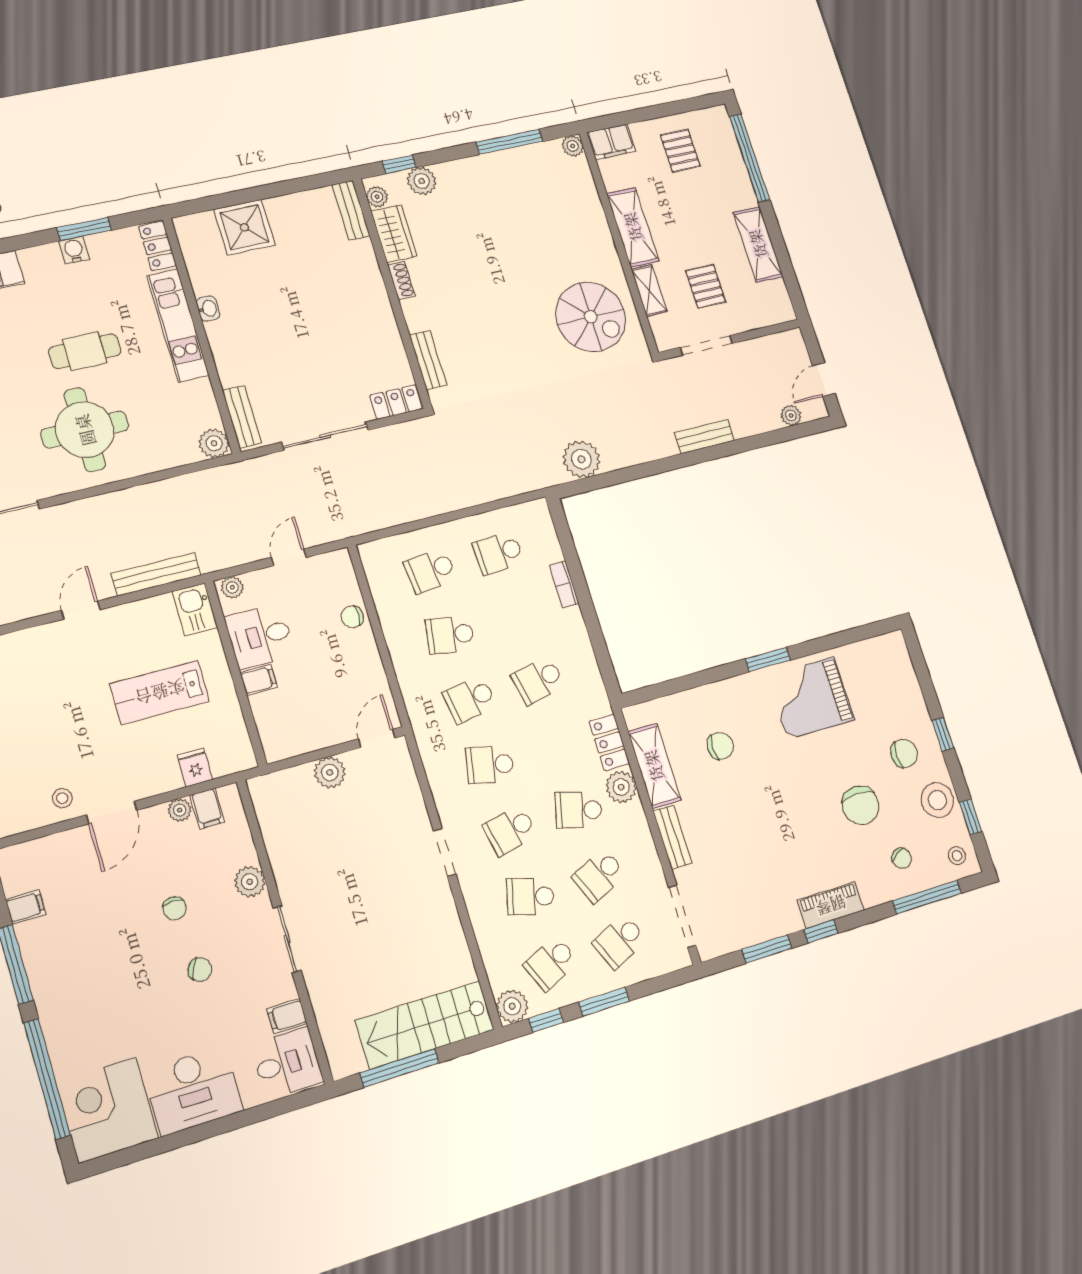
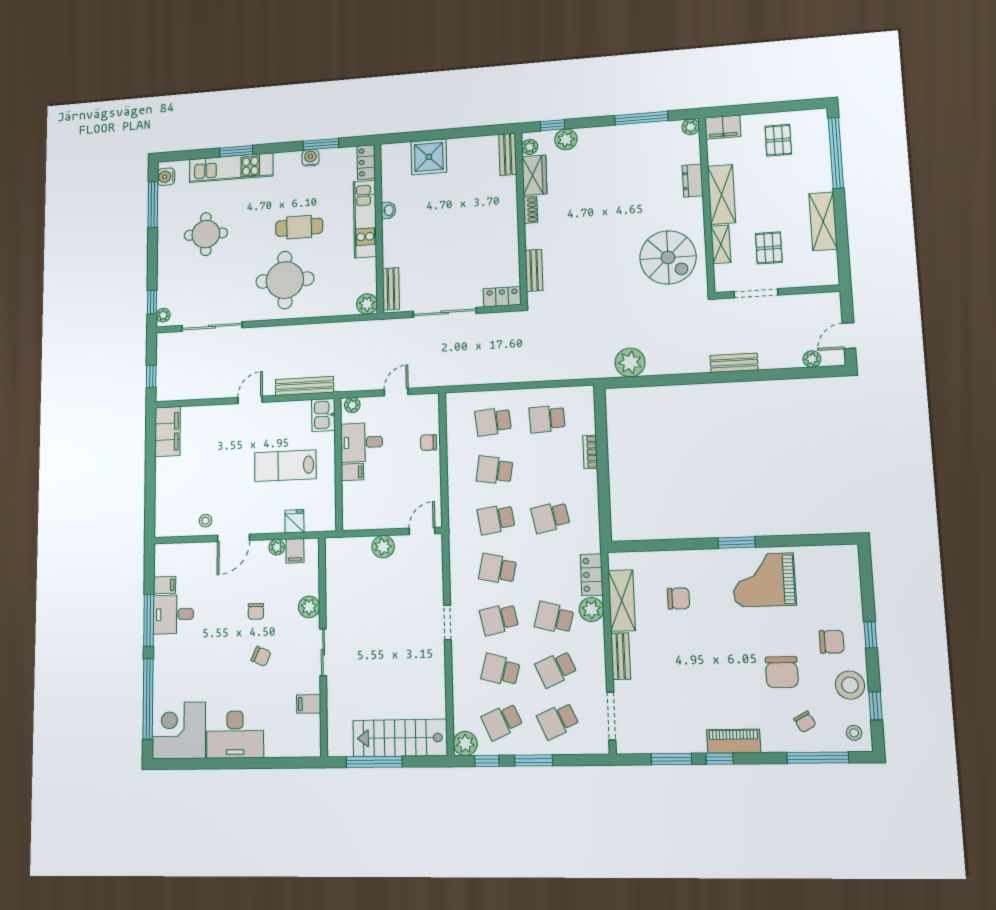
dresser: (594, 214) -> (693, 181), added
desk: (287, 1063) -> (173, 614), moved, turned 180

